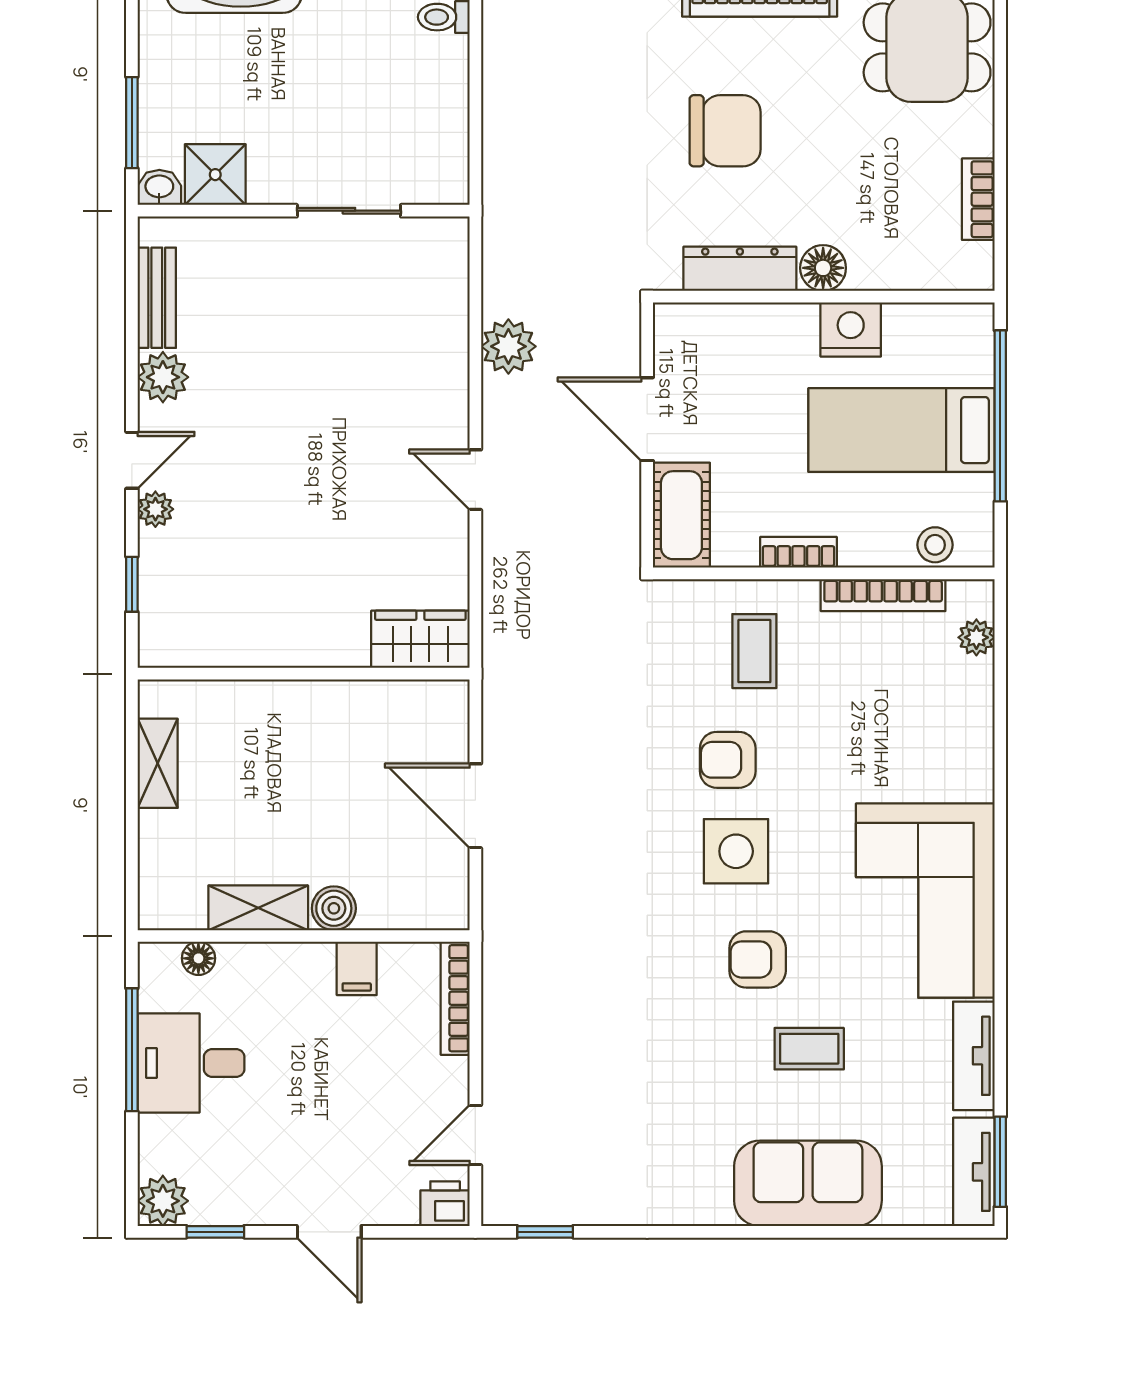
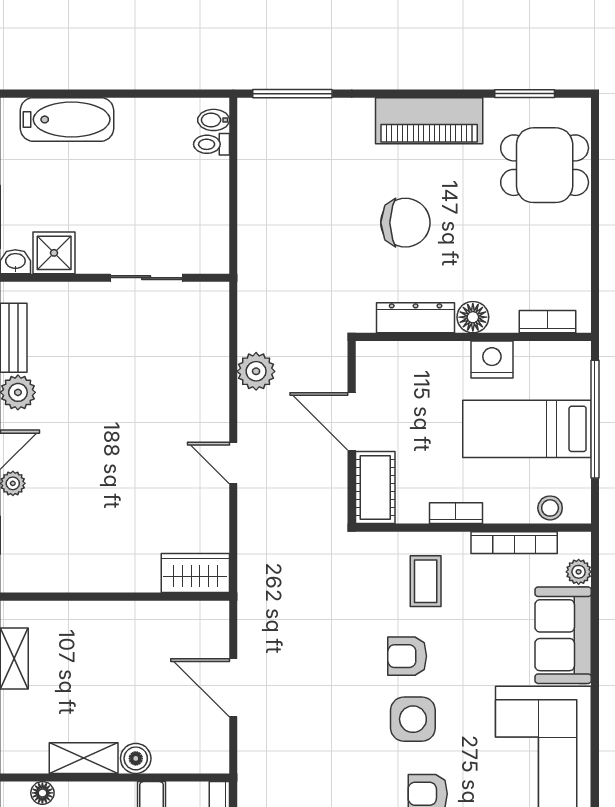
bookcase: (978, 199) -> (548, 322), moved, turned 90
sofa: (954, 729) -> (563, 635), added

